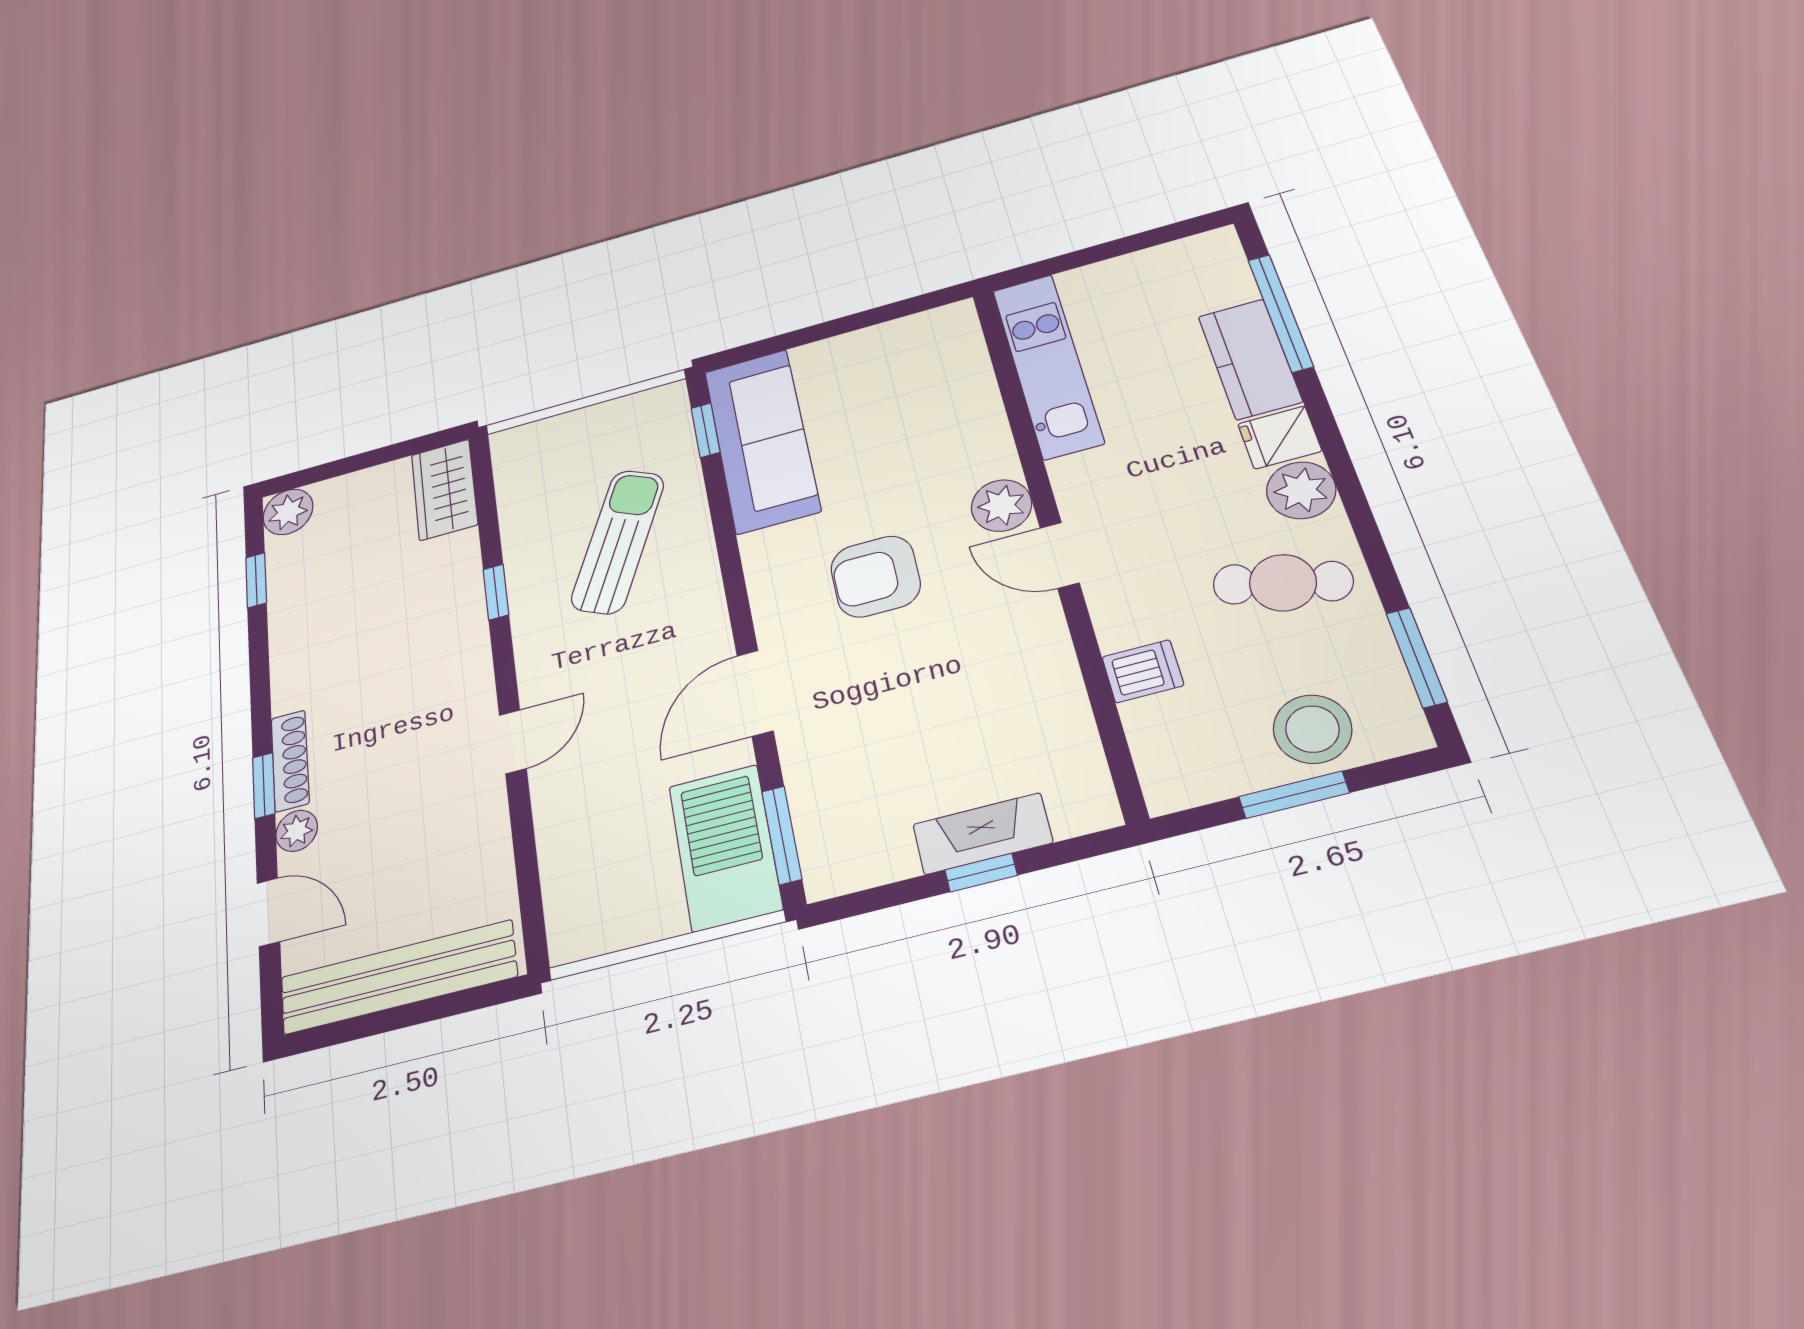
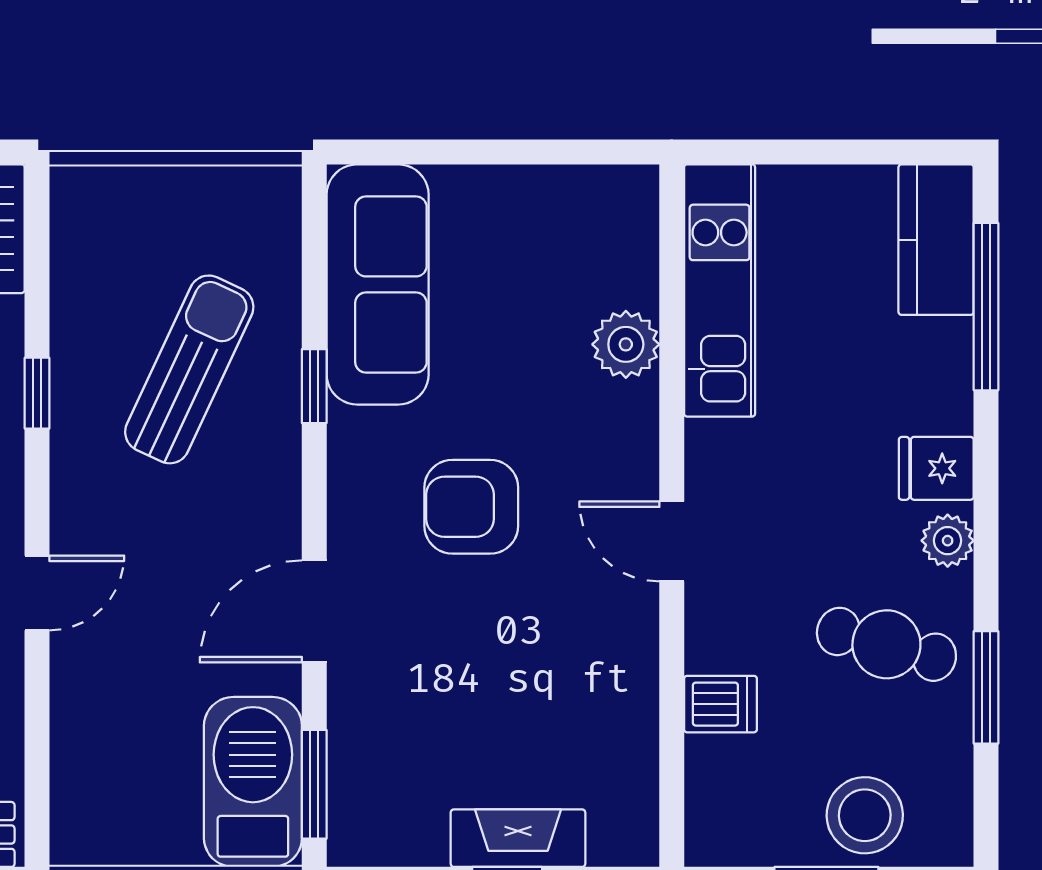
kitchen counter: (1250, 359) -> (936, 240), moved
window: (706, 430) -> (314, 386), moved
plant: (1301, 490) -> (948, 541), width x0.73, depth x0.73
plant: (1001, 506) -> (626, 344), moved
window: (1416, 657) -> (986, 687), moved

